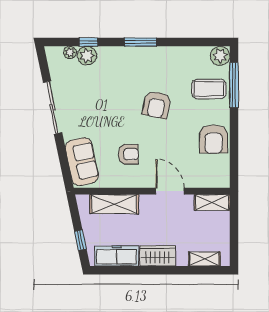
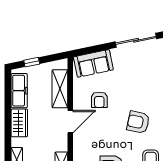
door: (170, 191) -> (70, 122), moved

